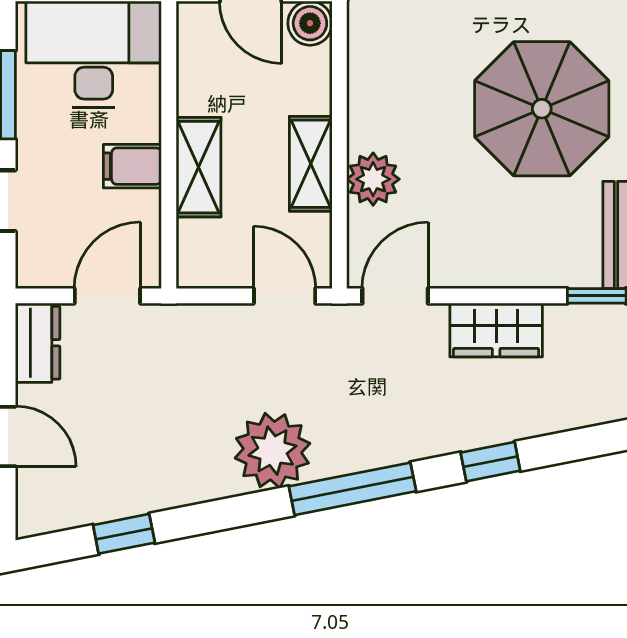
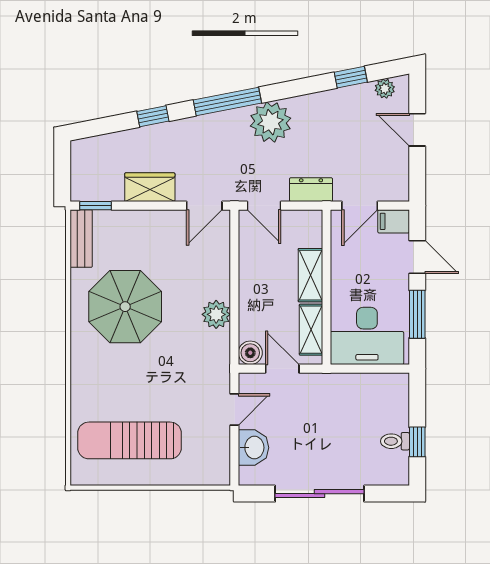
shelving: (311, 164) -> (311, 330), moved
filing cabinet: (132, 166) -> (394, 221), moved, turned 180
plant: (373, 179) -> (216, 314), moved
dresser: (38, 343) -> (311, 190), moved, turned 90
plant: (61, 513) -> (385, 89), added

